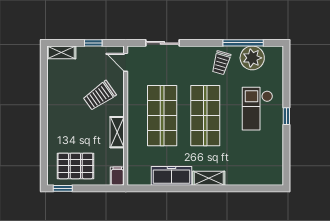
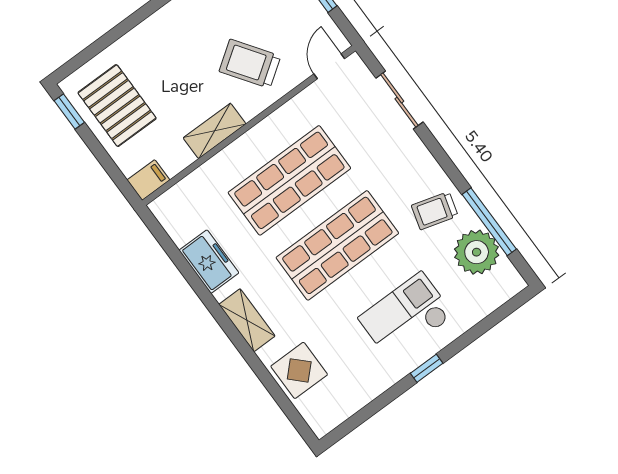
display table: (247, 172) -> (299, 370), added
freezer: (171, 176) -> (209, 262), width x0.71

